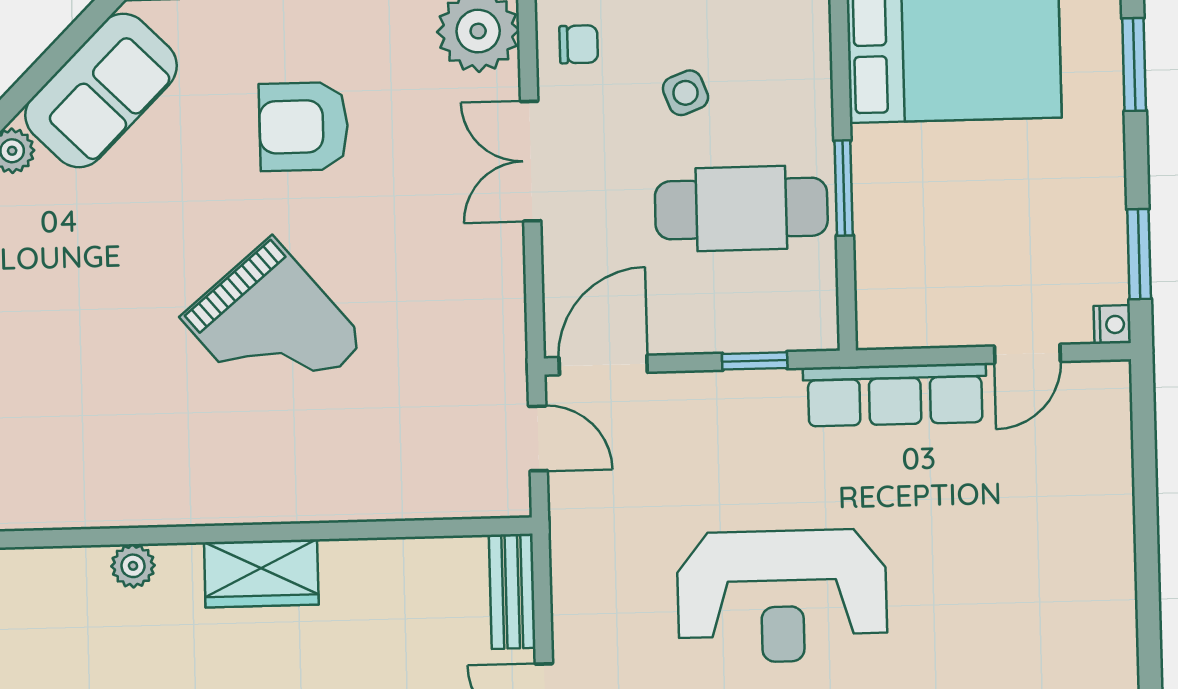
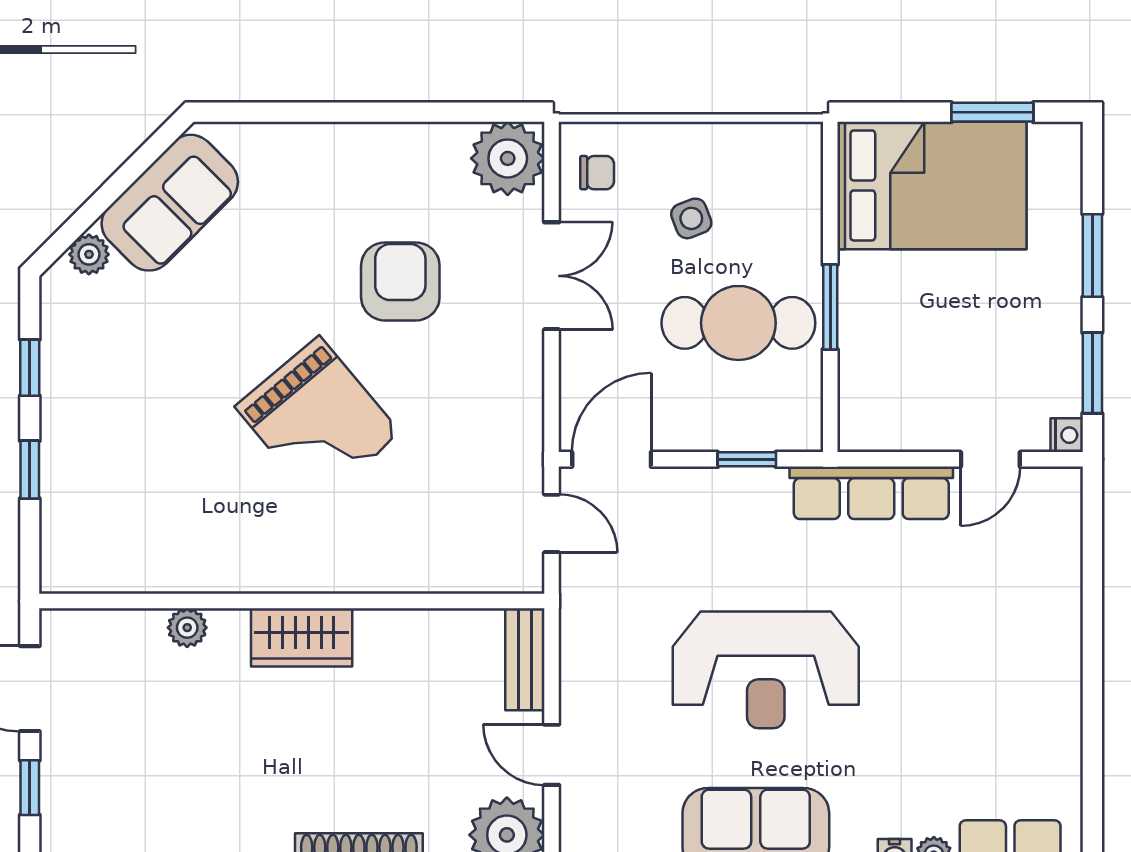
window: (1134, 64) -> (1092, 256), moved
armchair: (304, 127) -> (400, 281), moved, turned 90
double door: (531, 161) -> (552, 276), swing flipped

